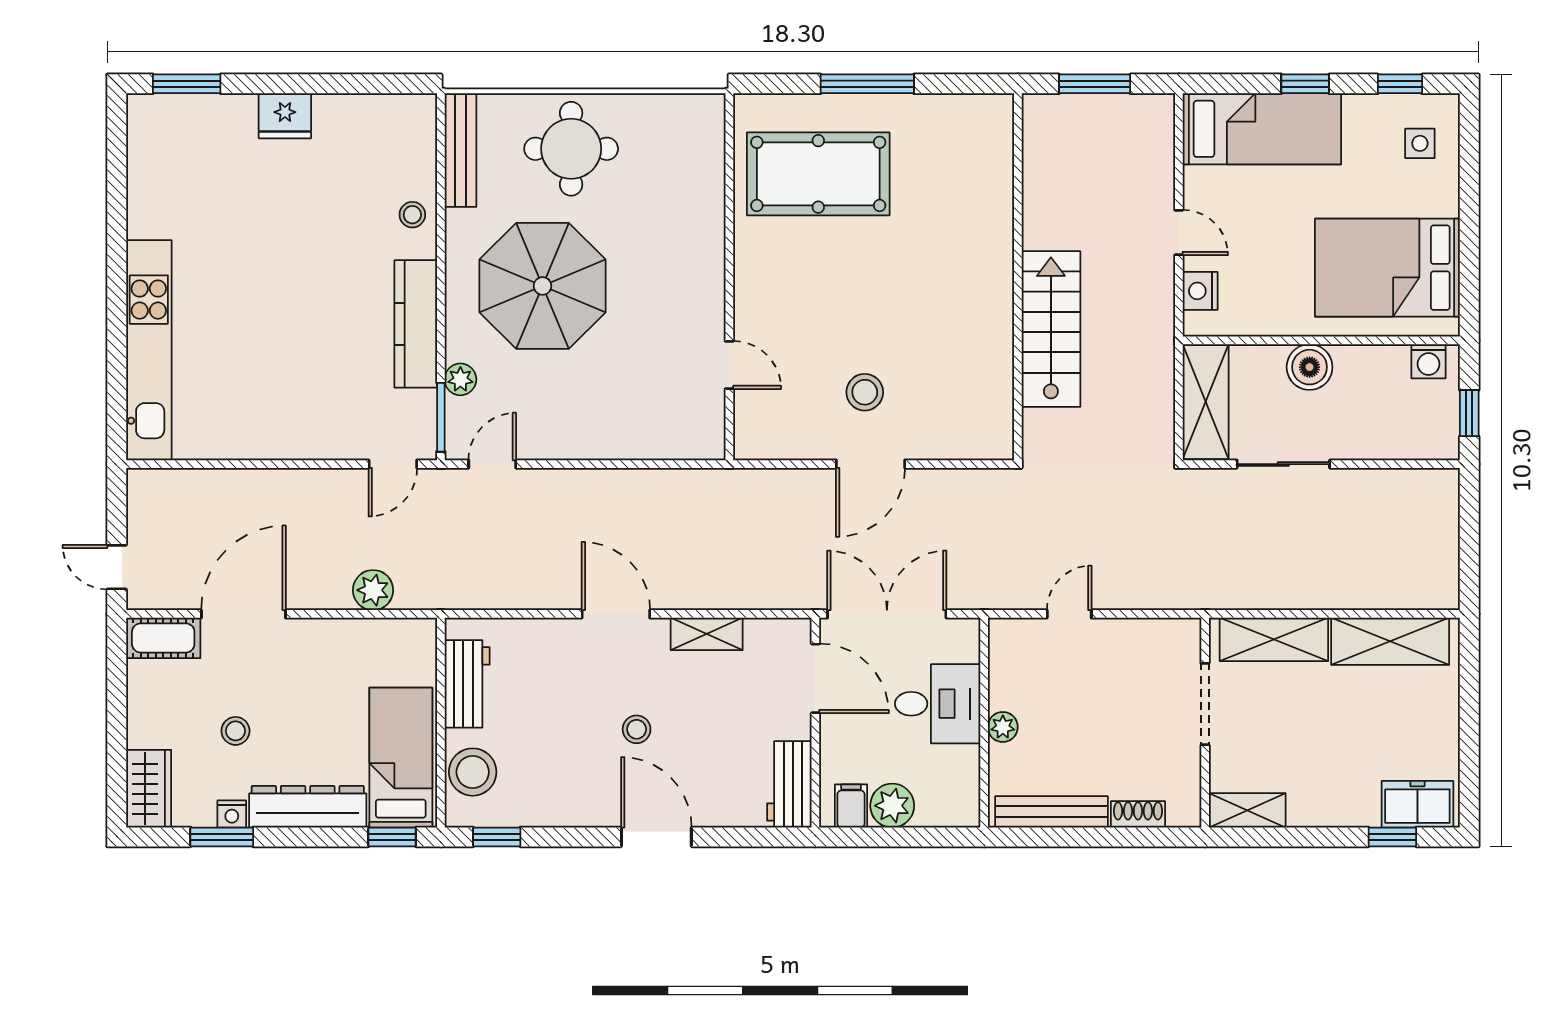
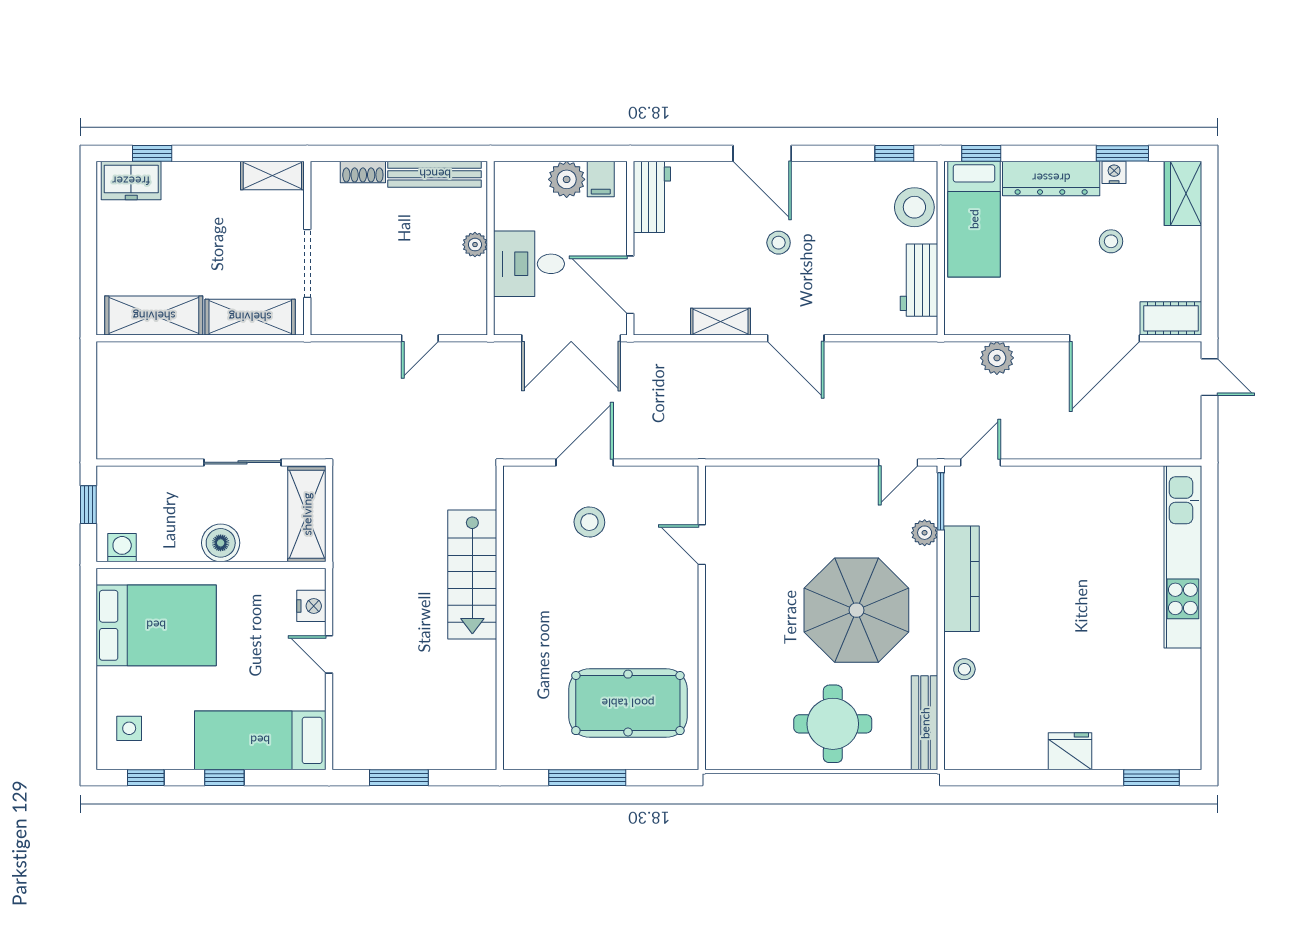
wall: (1018, 277) -> (500, 618), moved
stairs: (1051, 329) -> (472, 574), moved

